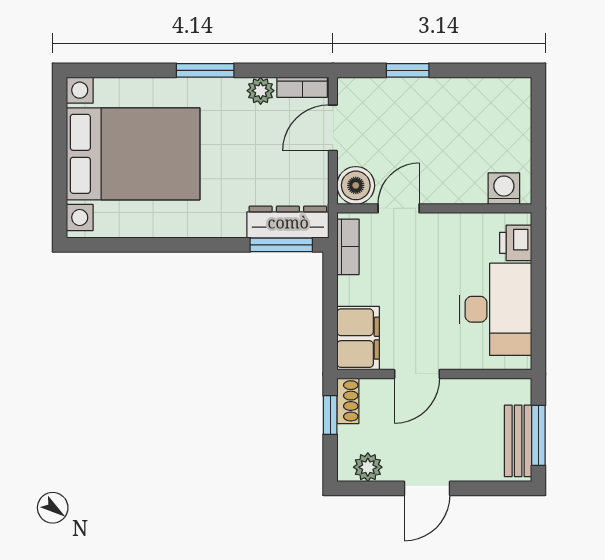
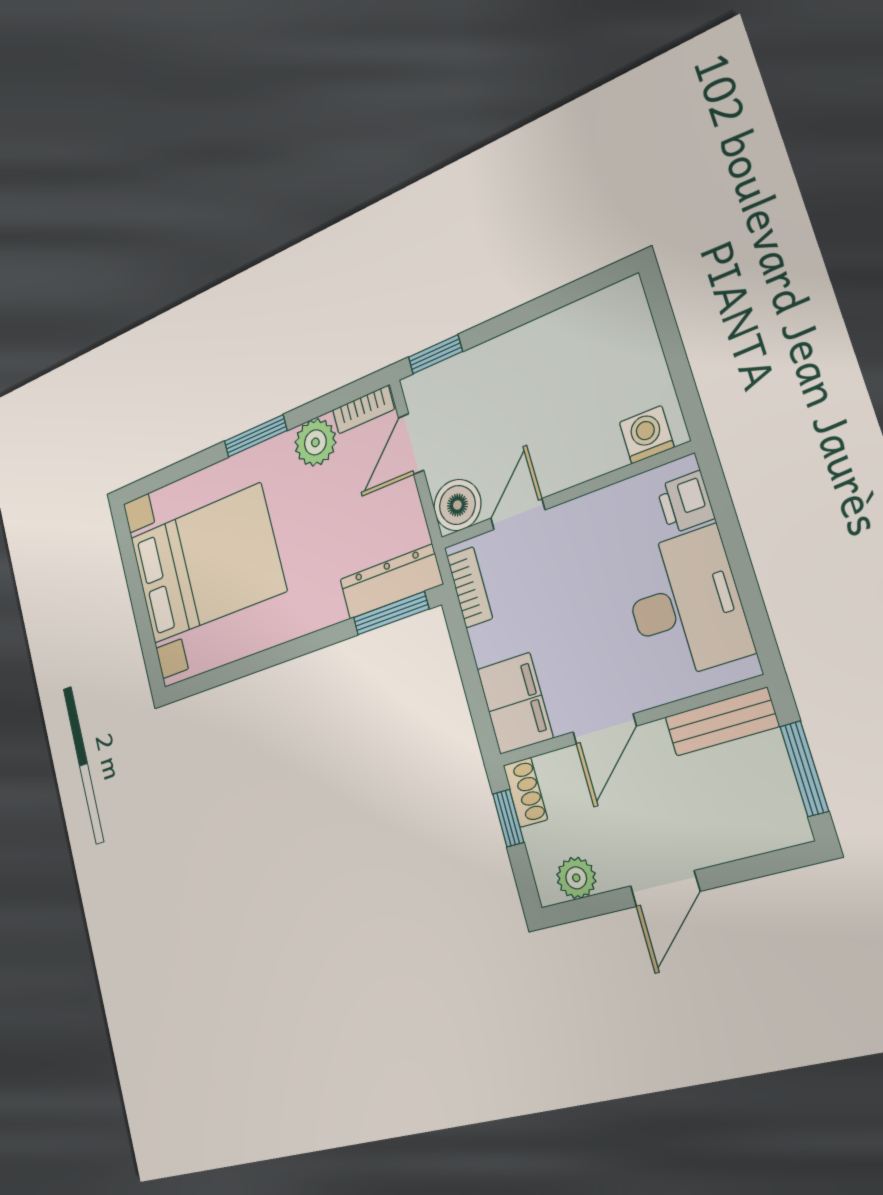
window: (408, 70) -> (435, 354), moved
plant: (261, 91) -> (315, 442), width x1.38, depth x1.38
bench: (518, 441) -> (721, 722), moved, turned 90

